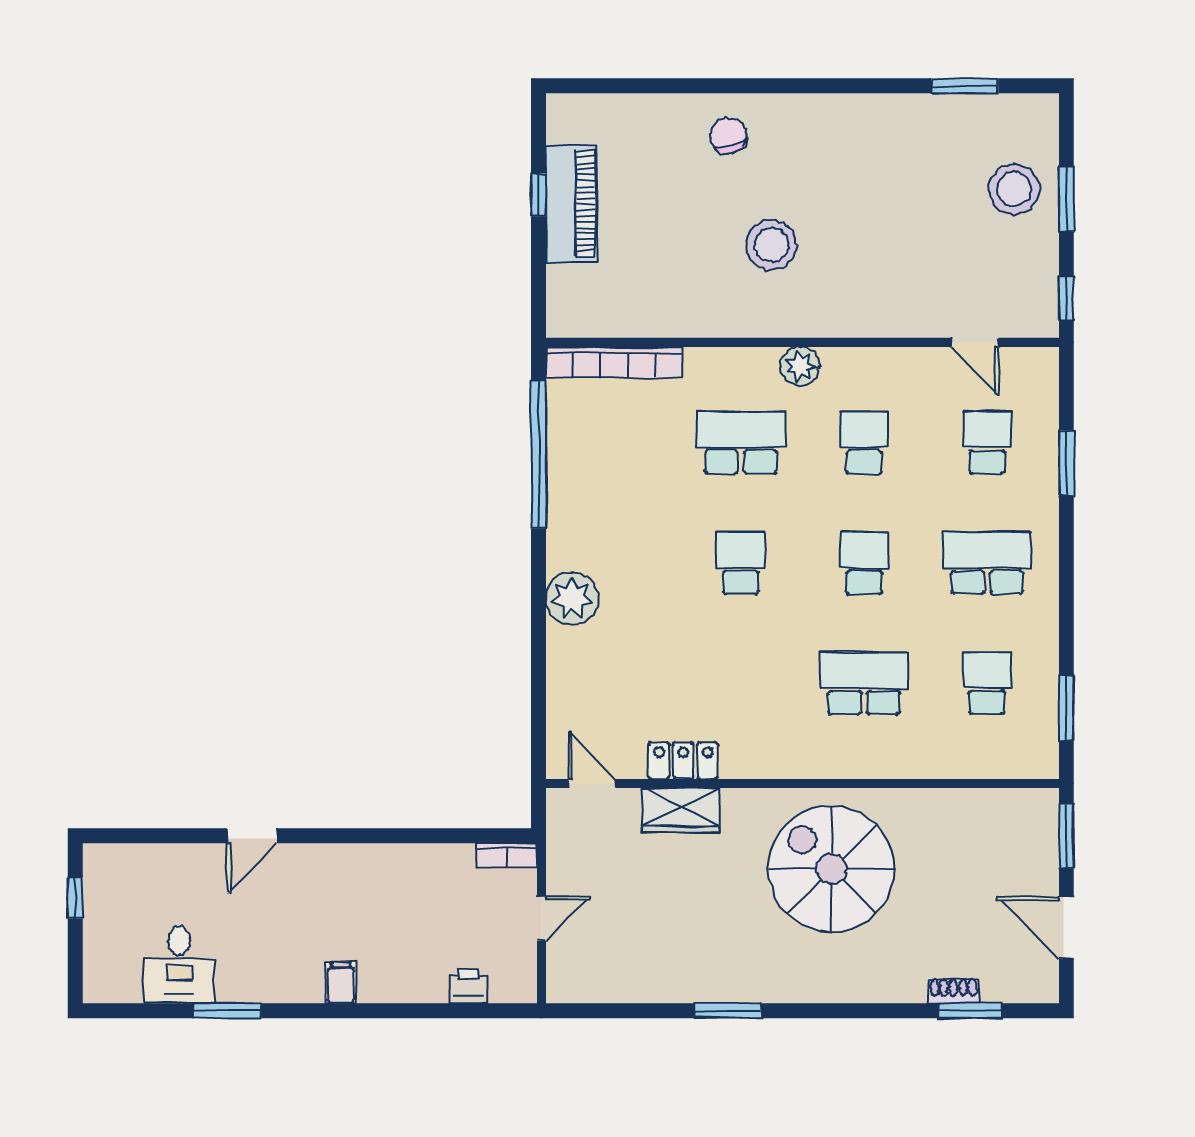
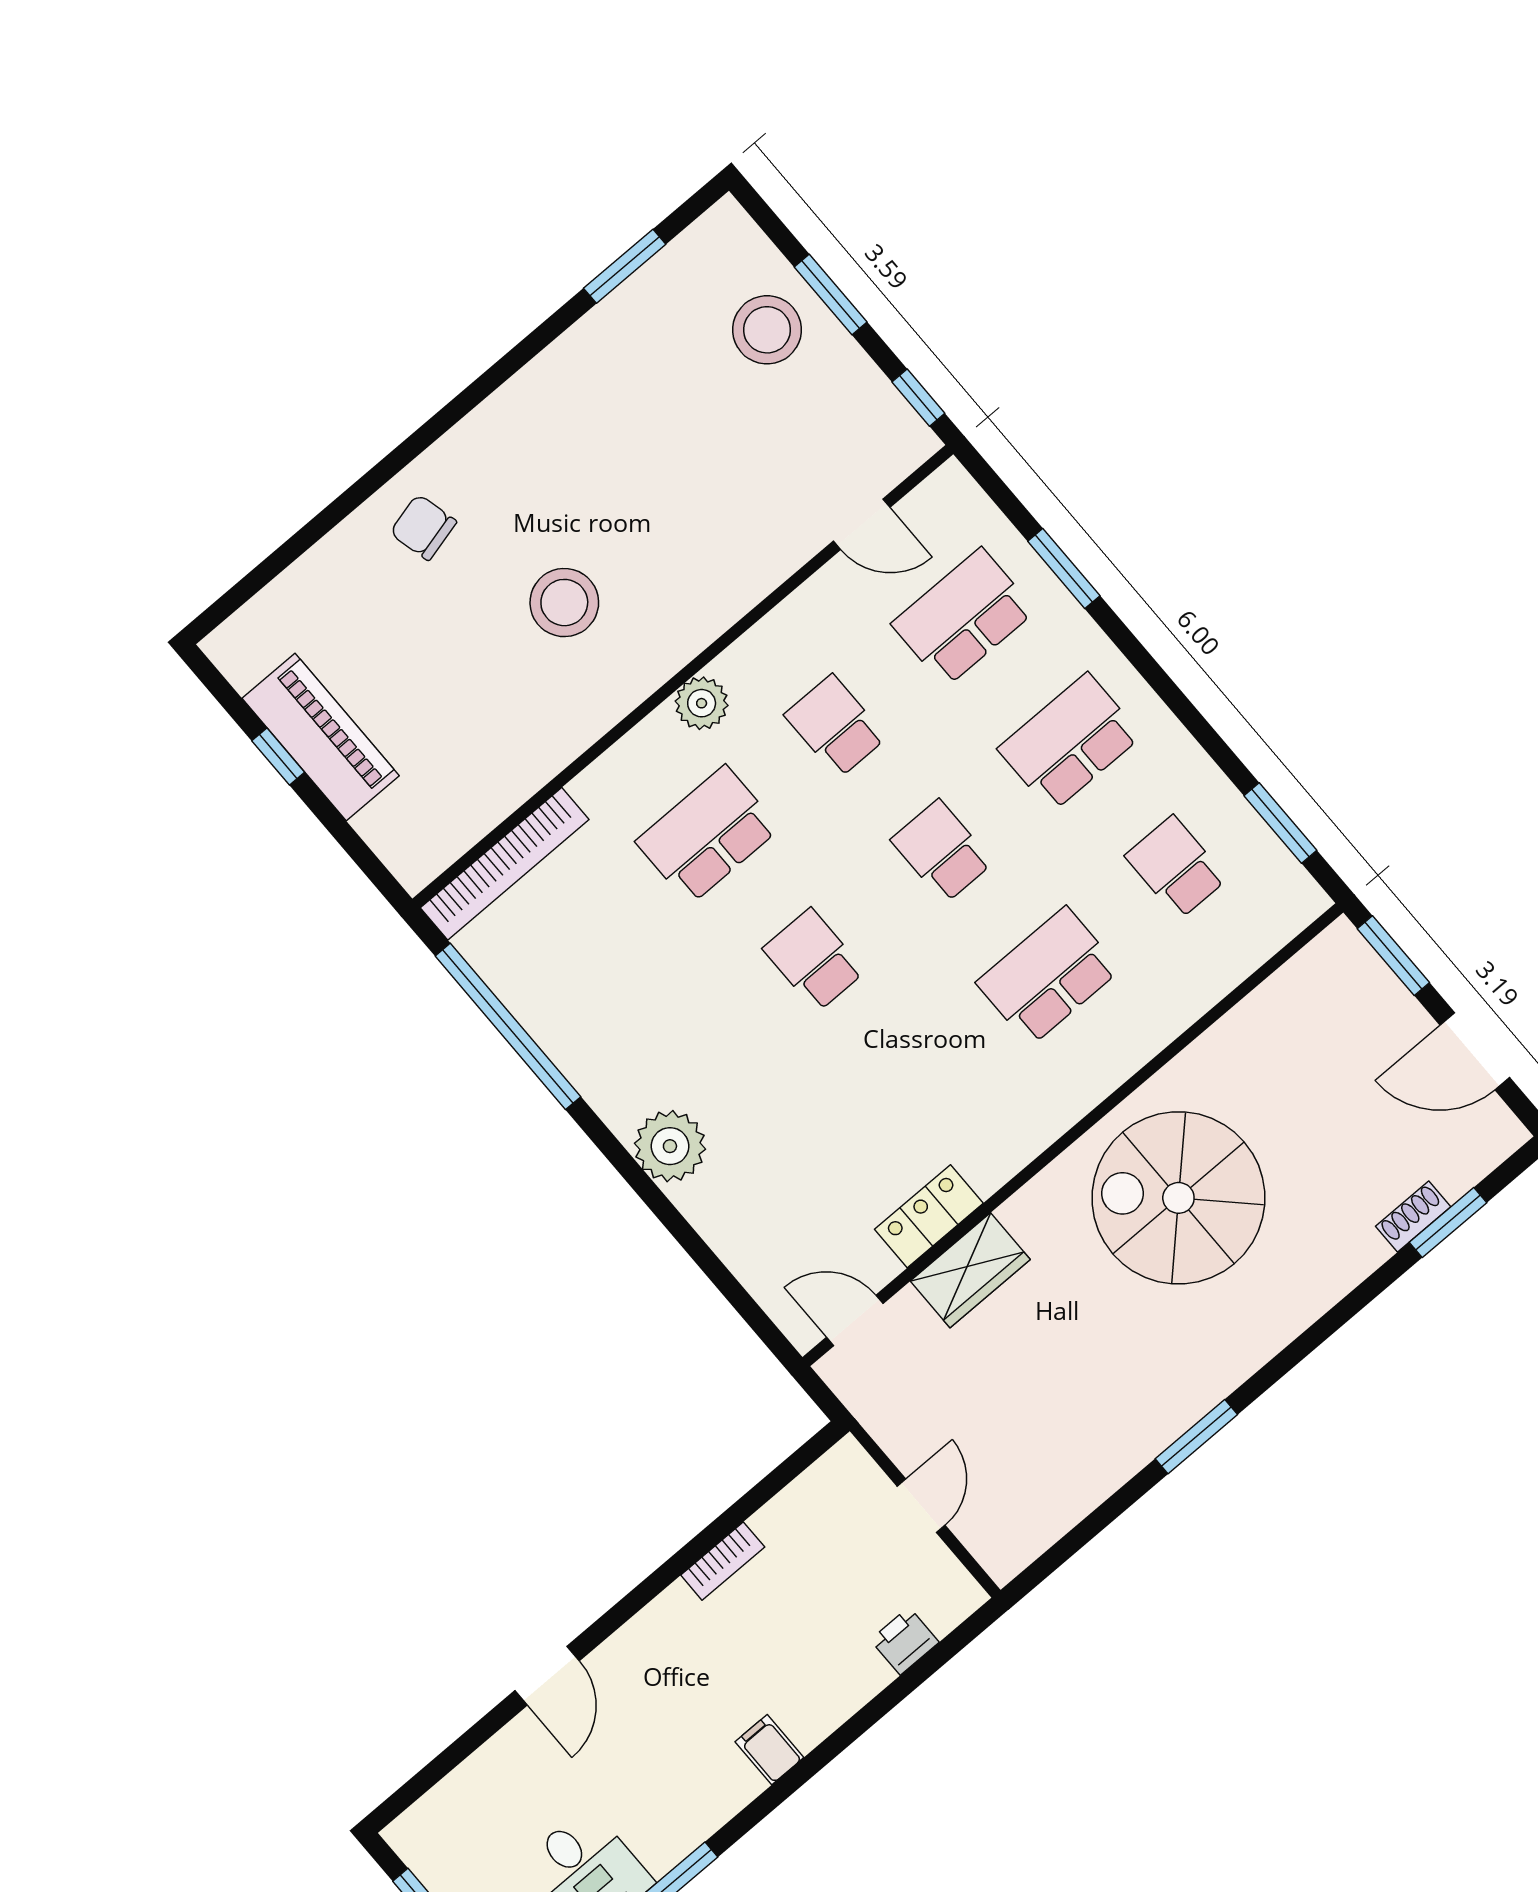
school desk: (987, 443) -> (963, 617), width x1.85
bookcase: (507, 855) -> (723, 1561), moved

